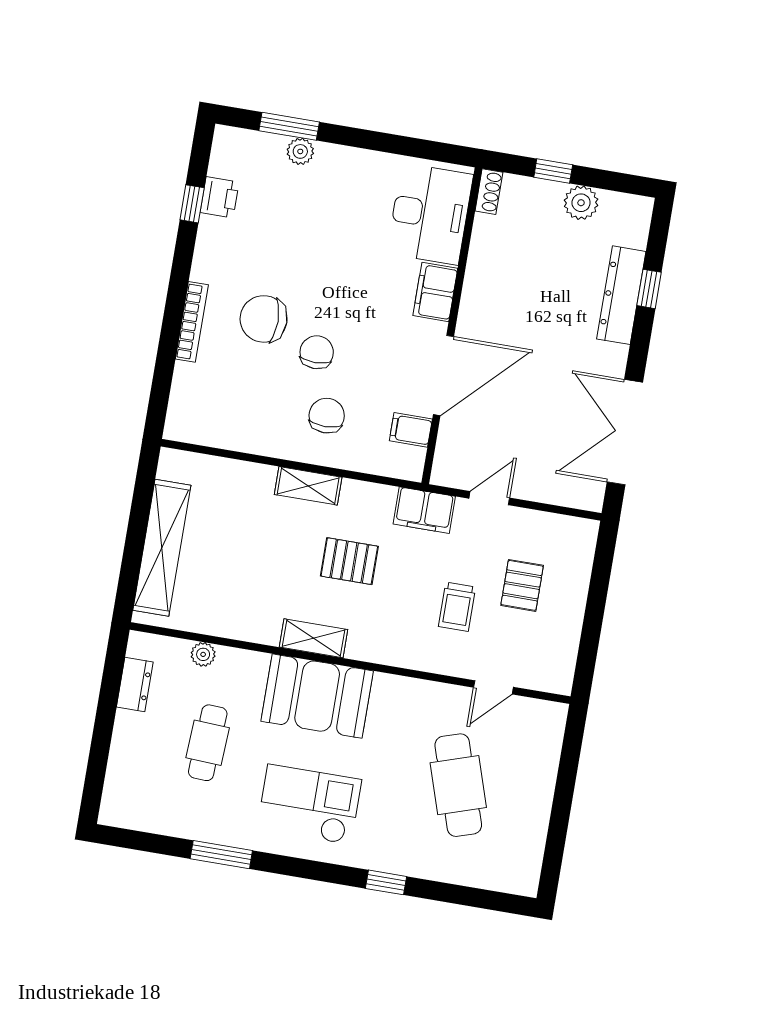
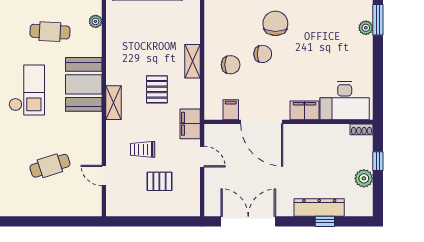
shelving: (313, 638) -> (114, 103), moved
cafe table: (458, 785) -> (50, 166), width x0.73, depth x0.74

